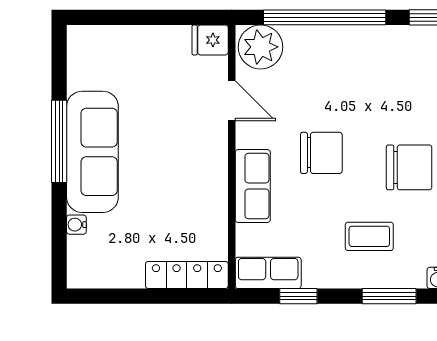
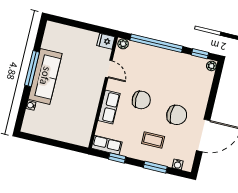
plant: (261, 47) -> (123, 44), width x0.53, depth x0.53
locker: (187, 275) -> (72, 138), removed

